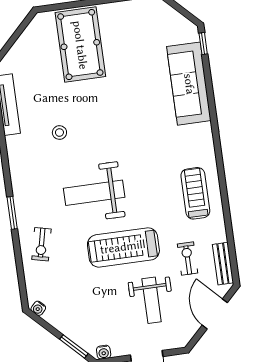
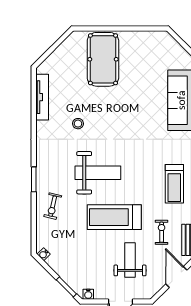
weight bench: (94, 193) -> (98, 173), turned 180
treadmill: (195, 193) -> (174, 184), turned 180
weight bench: (152, 300) -> (130, 260), turned 180

